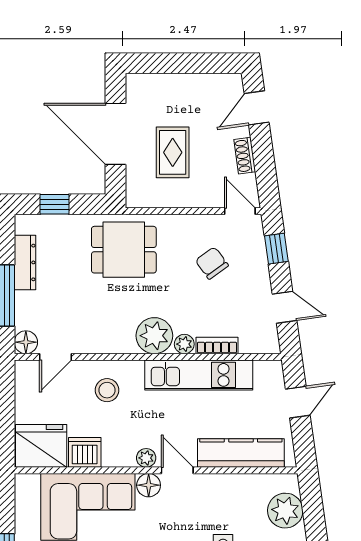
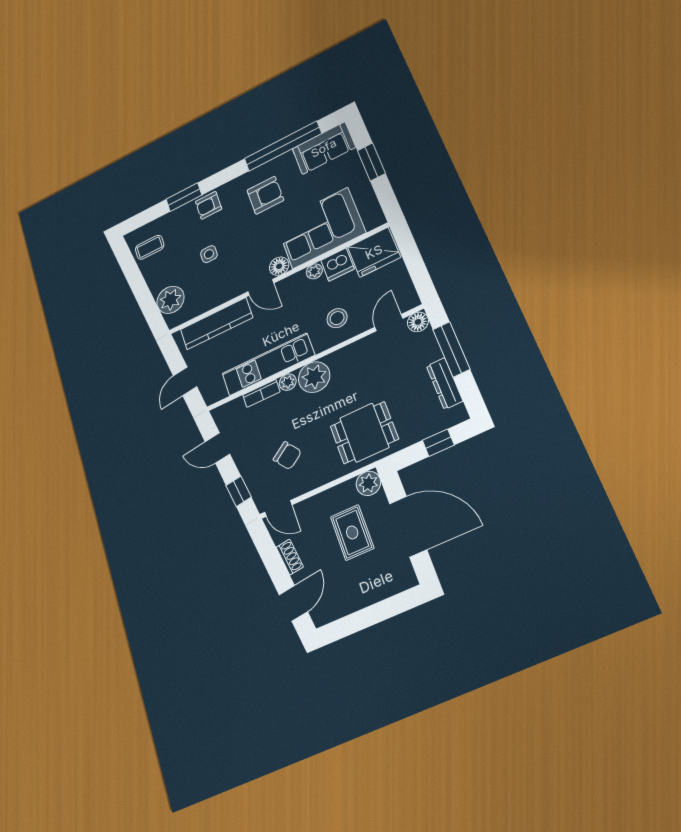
plant: (139, 195) -> (368, 483), added
plant: (146, 458) -> (314, 271), moved

